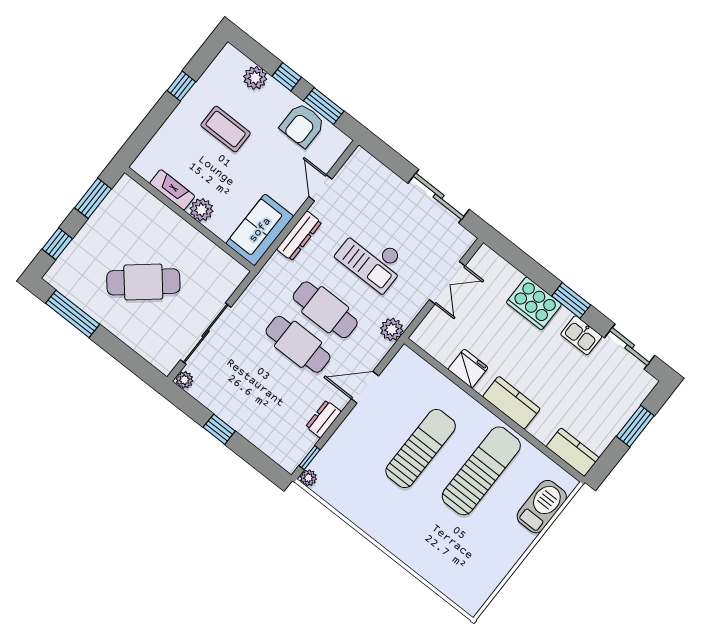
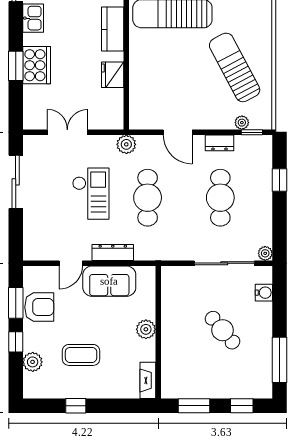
coffee table: (226, 129) -> (81, 355), turned 90
fireplace: (172, 190) -> (148, 380), moved
sofa: (260, 230) -> (109, 281), moved
cafe table: (143, 282) -> (223, 330), width x0.73, depth x0.74
window: (571, 301) -> (16, 66), moved
cafe table: (298, 344) -> (220, 198), moved
water cooler: (148, 349) -> (264, 293), added
window: (219, 429) -> (279, 180), moved
sun lounger: (421, 449) -> (235, 67), moved, turned 62
plant: (308, 478) -> (242, 123), moved

